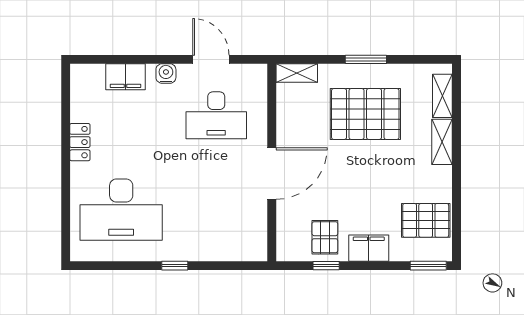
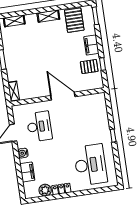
plant: (82, 108) -> (45, 190), added
pallet: (365, 114) -> (28, 56), removed
shelving: (442, 142) -> (48, 16), moved

